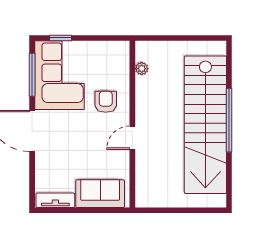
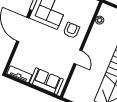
door: (132, 138) -> (78, 57), swing flipped

